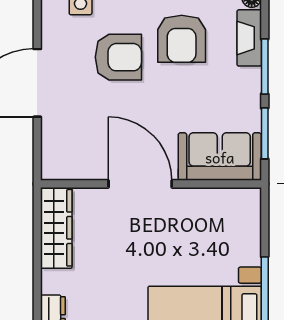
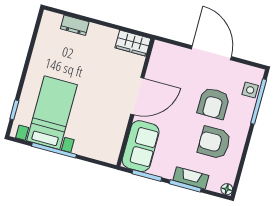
fireplace: (249, 38) -> (191, 178), moved
wardrobe: (56, 228) -> (133, 43), width x0.67

